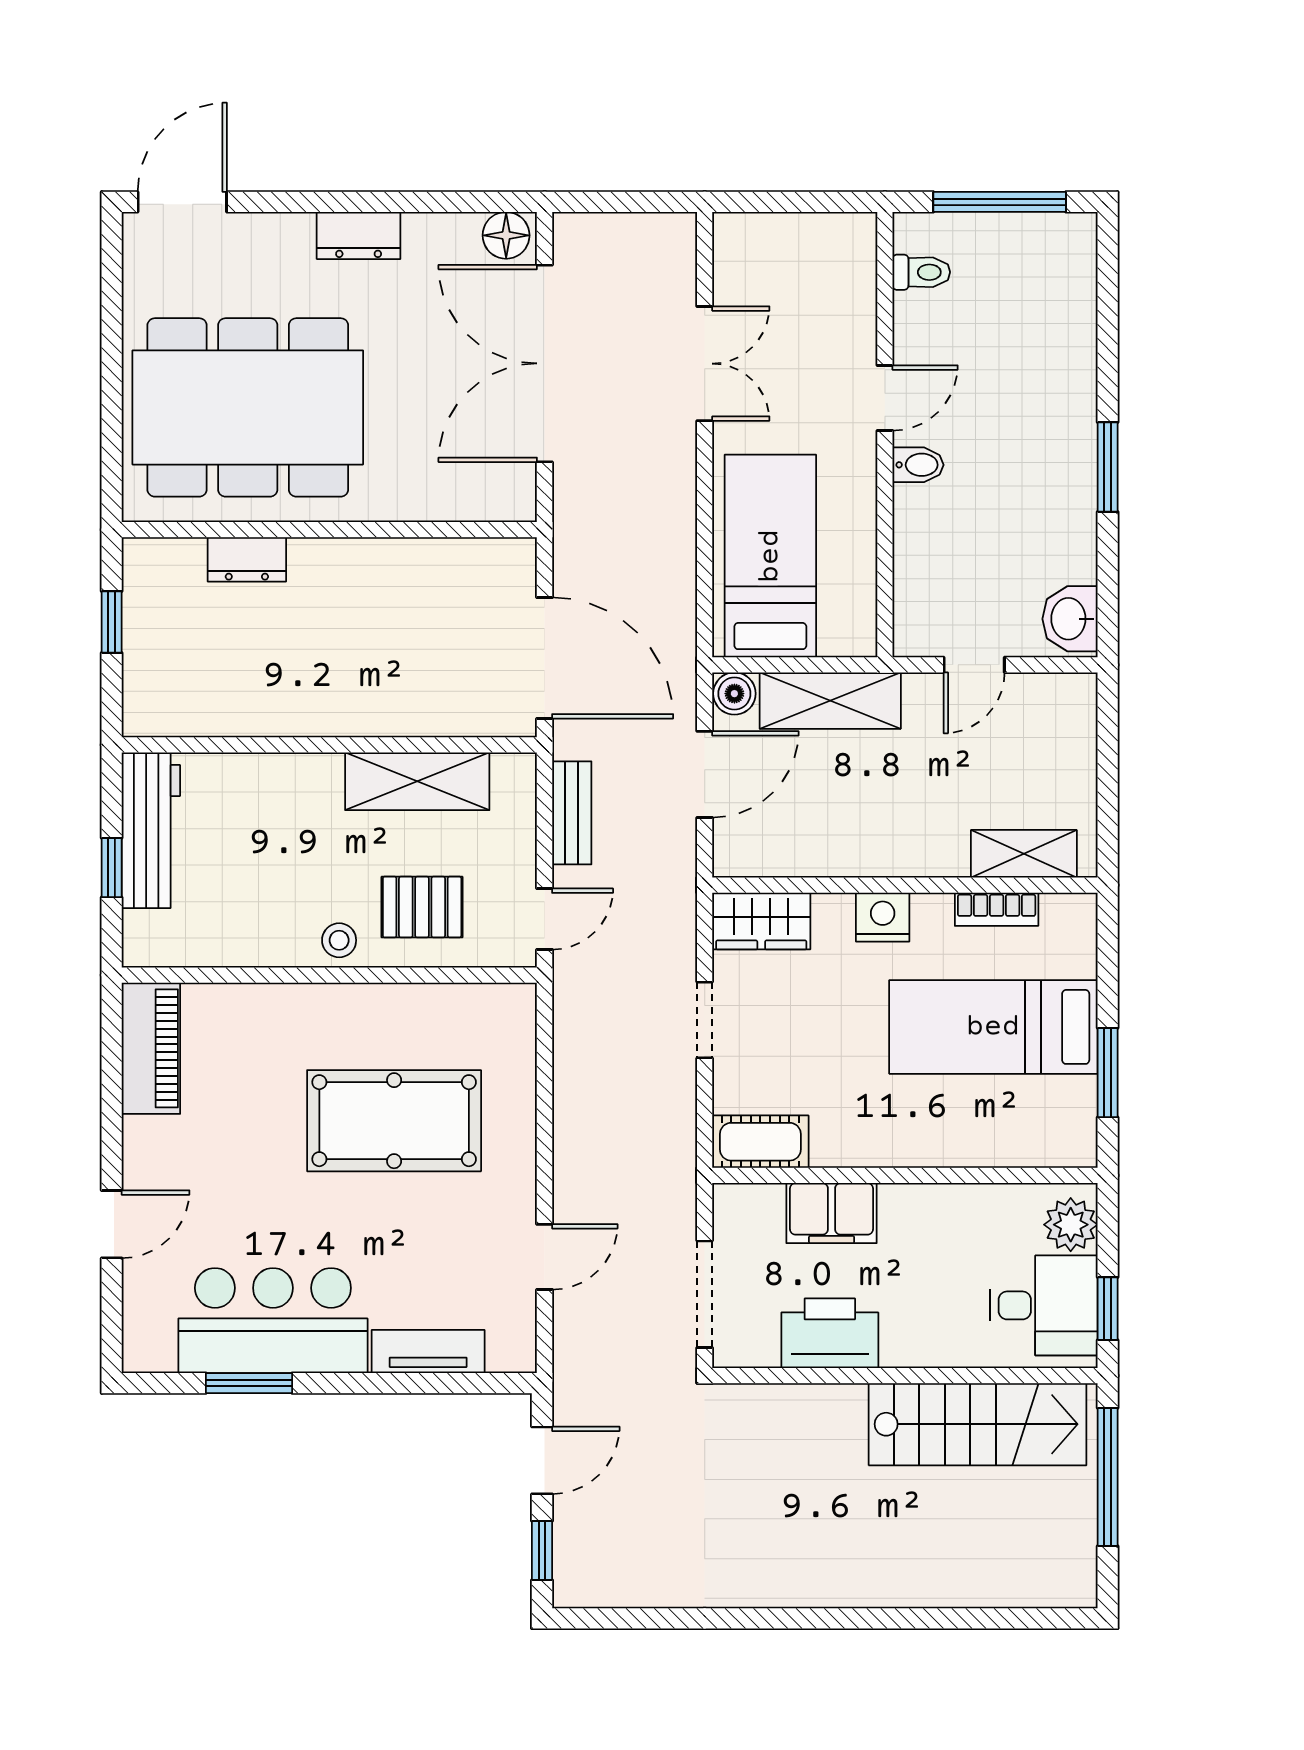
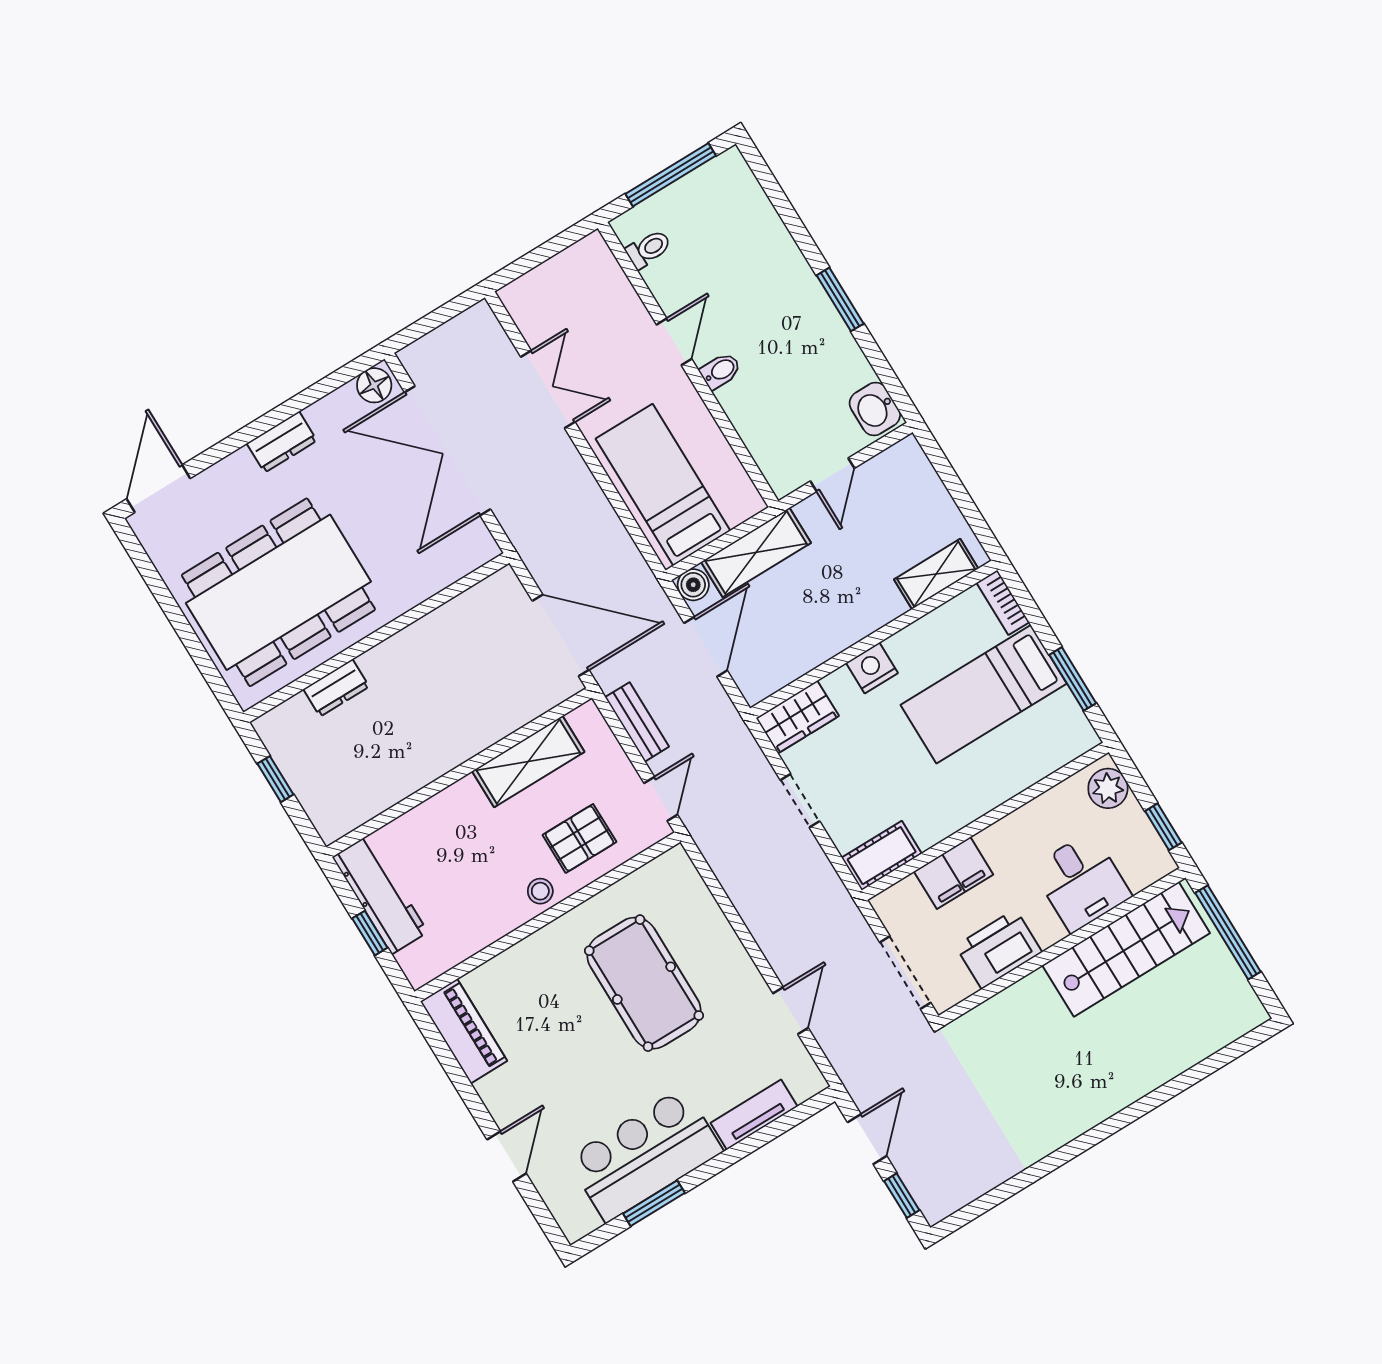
bookcase: (997, 909) -> (1003, 603), moved, turned 90
pool table: (394, 1121) -> (644, 983), turned 90
desk: (1044, 1305) -> (1081, 882), moved, turned 90

